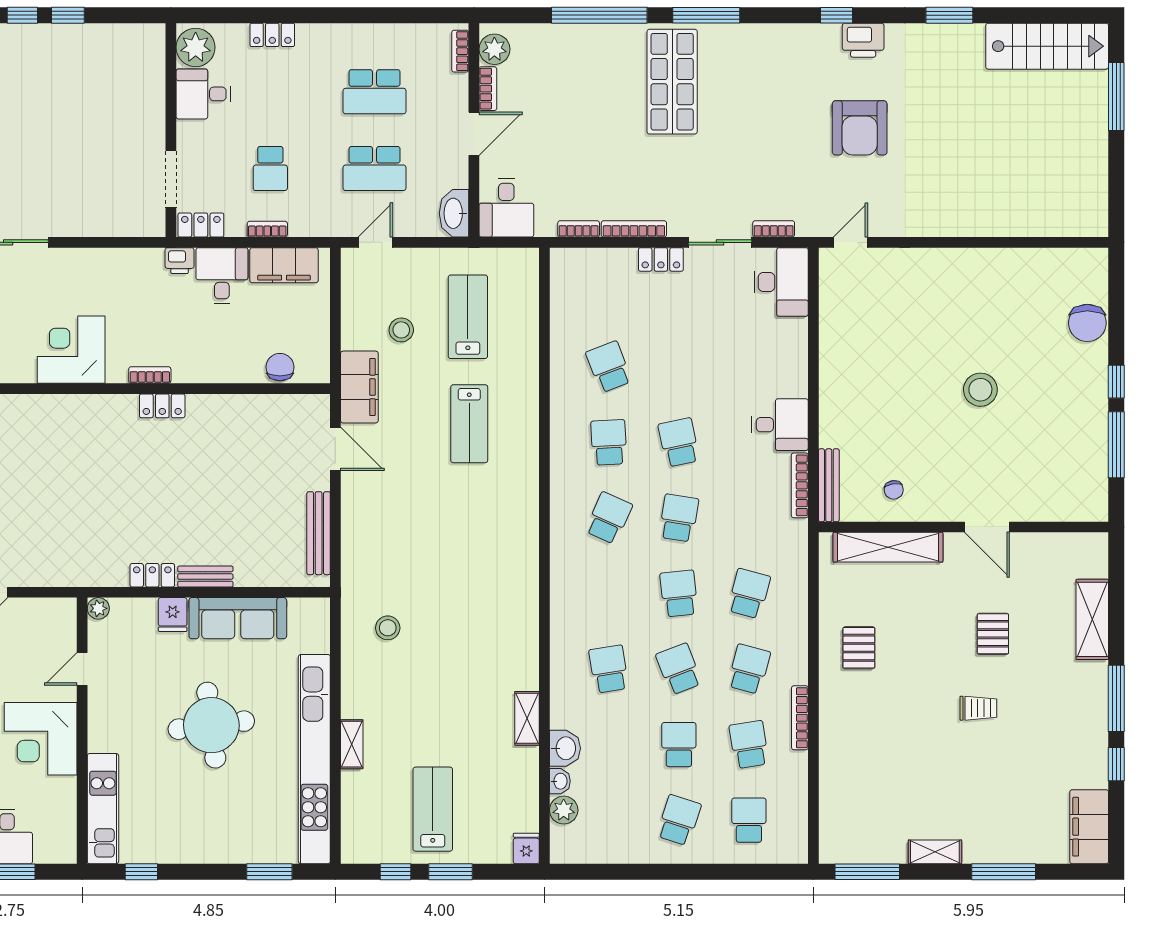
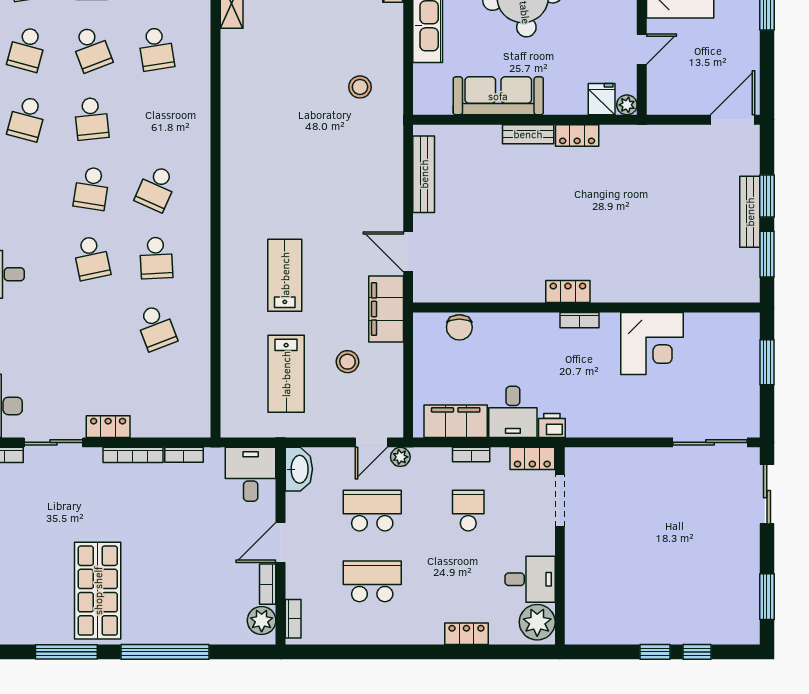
plant: (344, 227) -> (400, 457), added
fridge: (173, 615) -> (602, 99), moved

